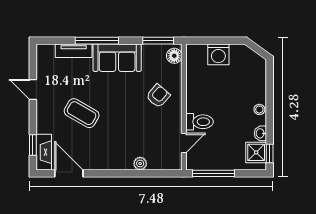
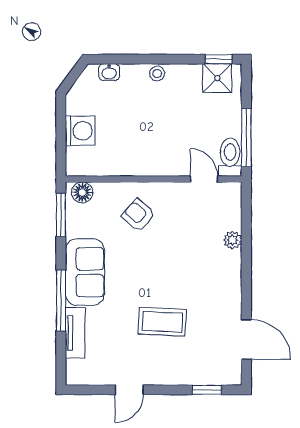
coffee table: (82, 113) -> (162, 322), turned 63
toilet: (199, 122) -> (230, 157), moved
washbasin: (260, 133) -> (109, 72), moved
fireplace: (44, 152) -> (217, 375), removed
door: (69, 173) -> (246, 339), swing flipped

